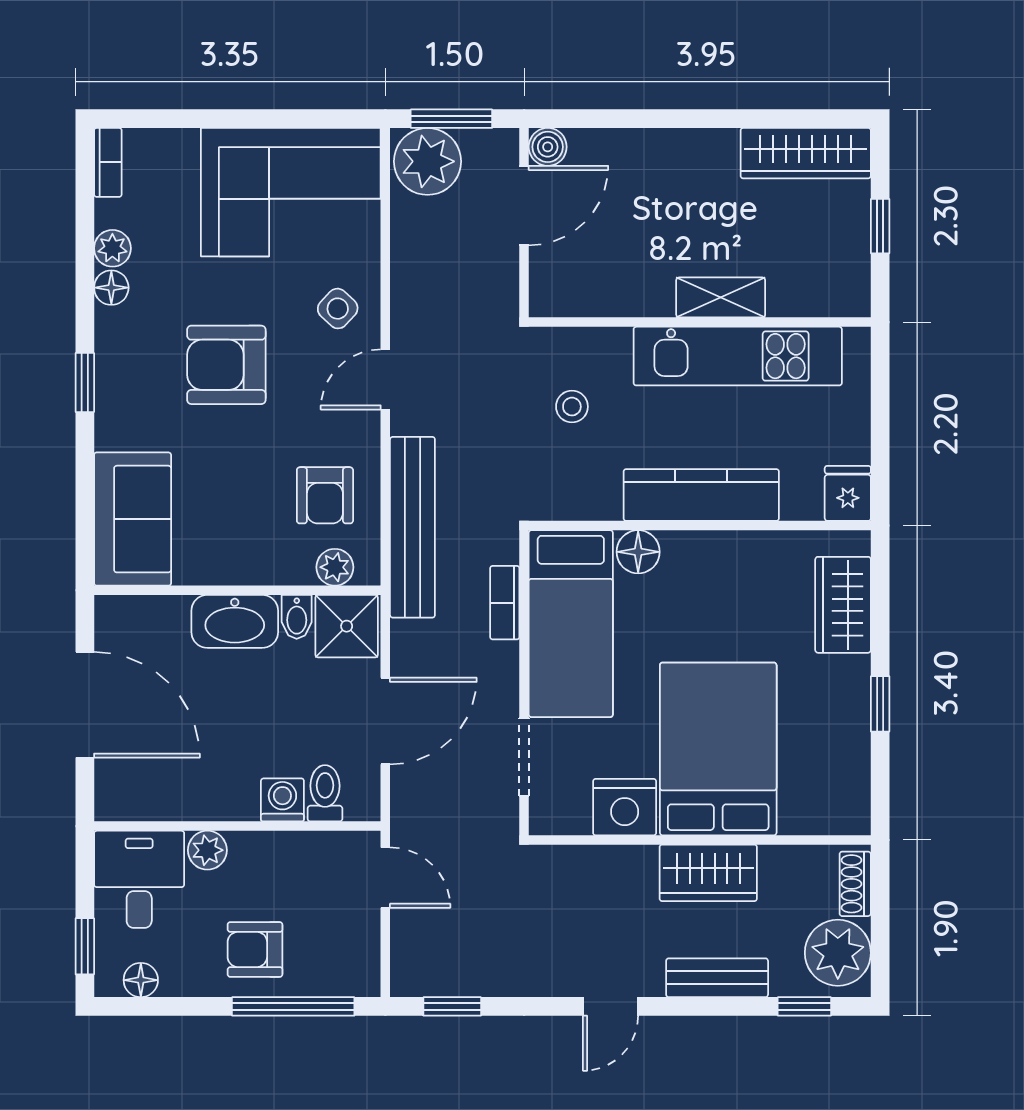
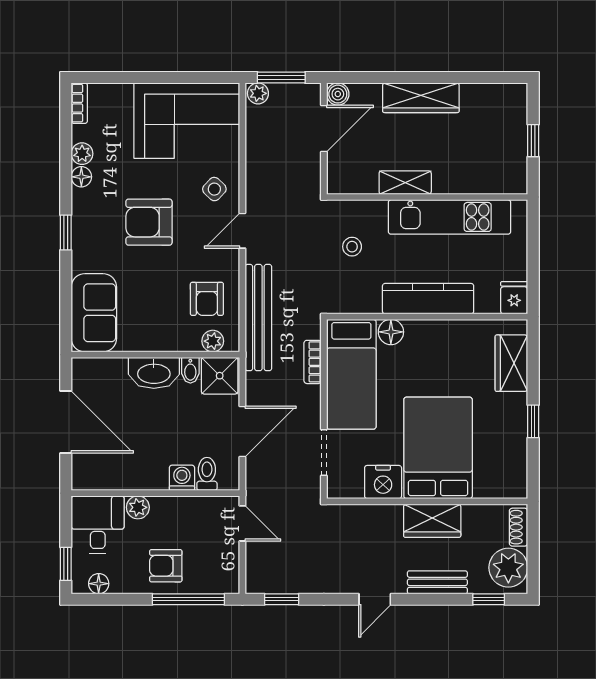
wardrobe: (806, 153) -> (421, 98), moved
plant: (427, 161) -> (258, 93), width x0.53, depth x0.53
shelving: (721, 297) -> (405, 183), moved

